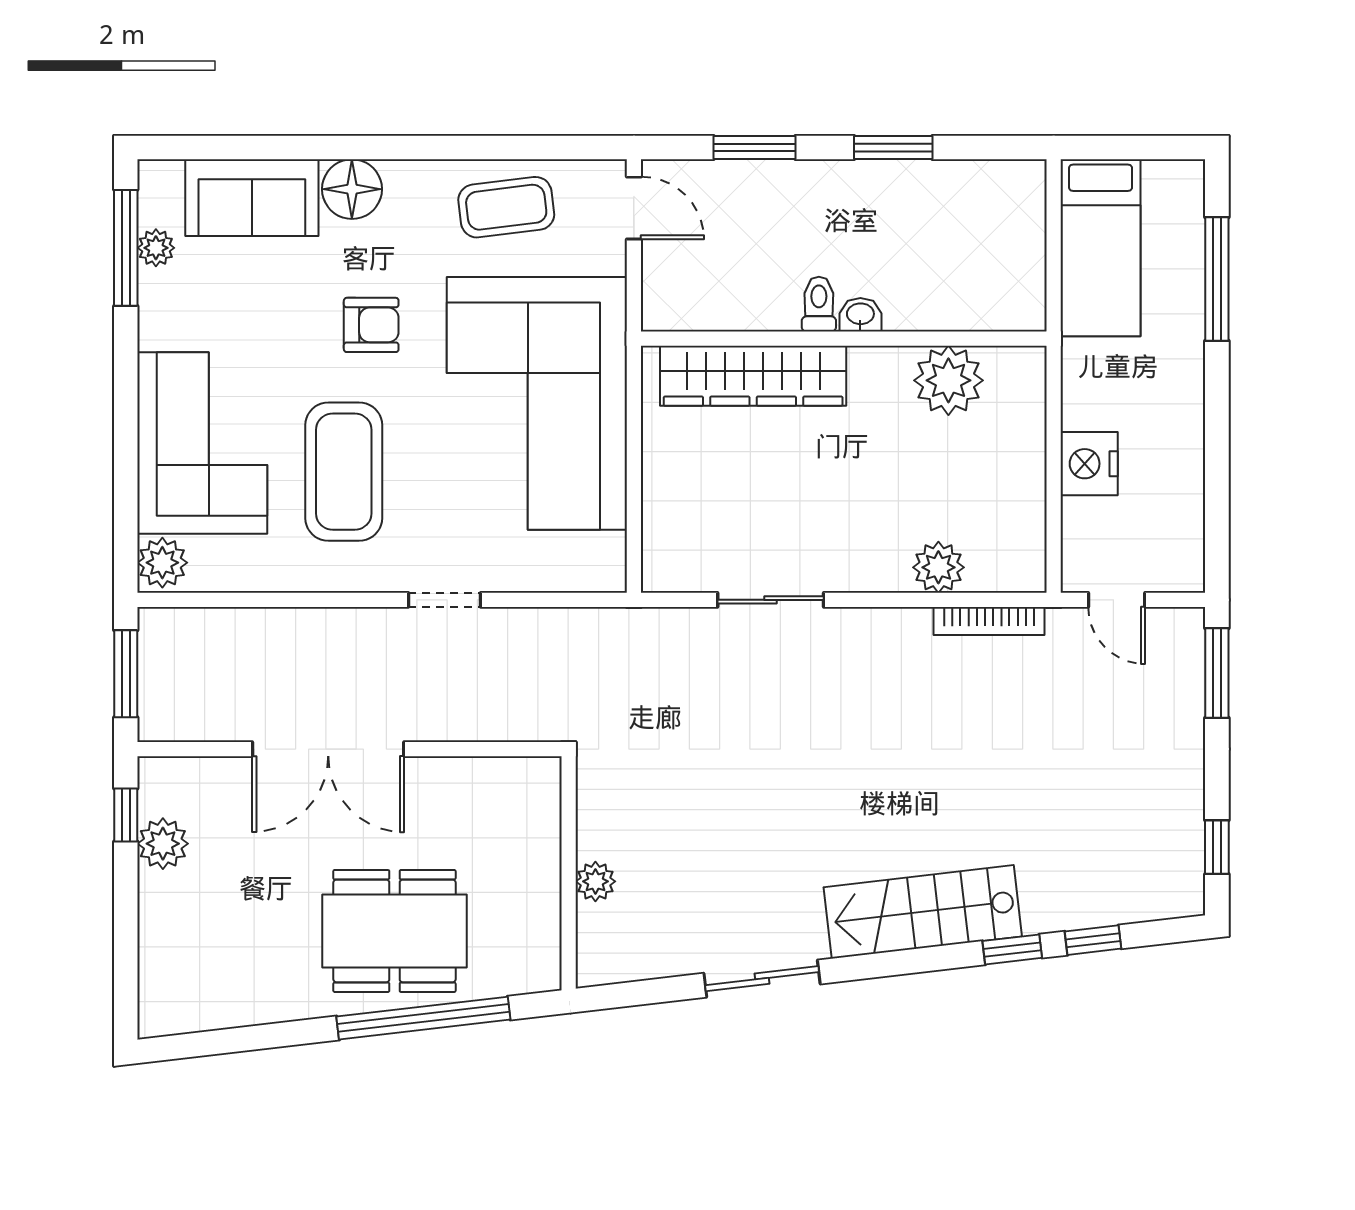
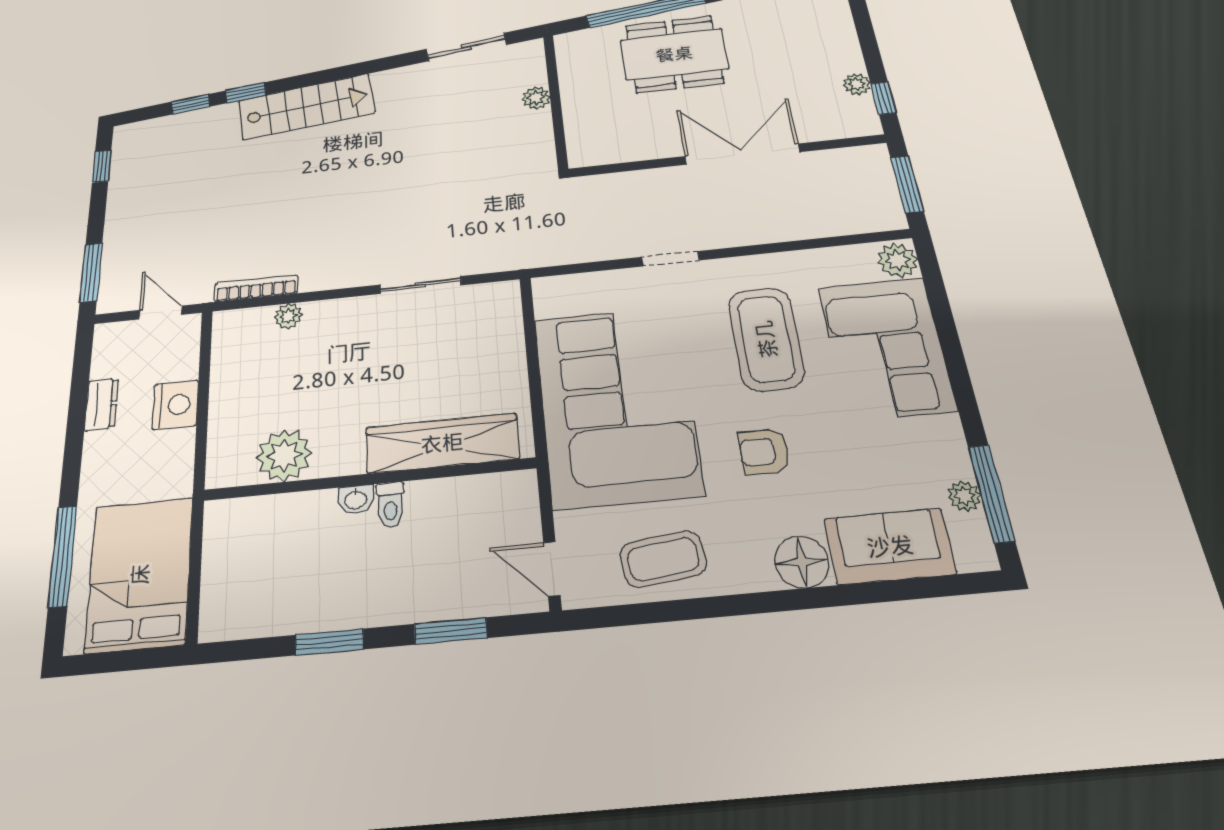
bed: (1101, 248) -> (140, 574), width x1.50
dresser: (1186, 475) -> (102, 404), added
plant: (938, 567) -> (288, 316), width x0.73, depth x0.73
plant: (163, 844) -> (857, 84), width x0.73, depth x0.73
sliding door: (762, 979) -> (466, 47), moved

